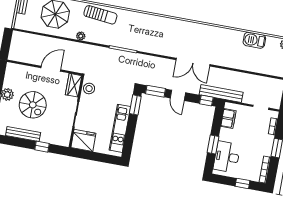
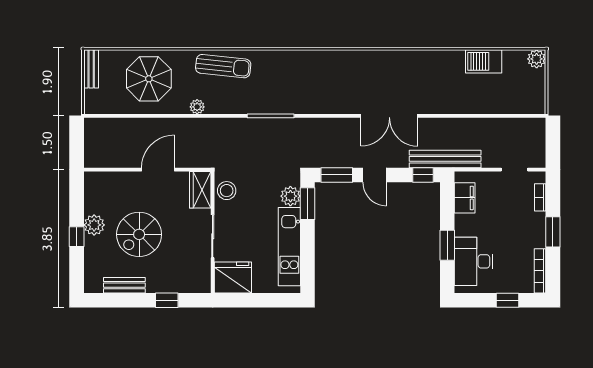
plant: (126, 99) -> (290, 196), added
spiral stairs: (33, 105) -> (139, 234), turned 90
bench: (23, 134) -> (124, 285), width x0.73

